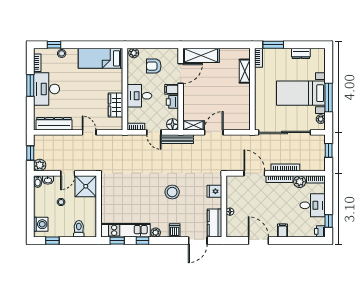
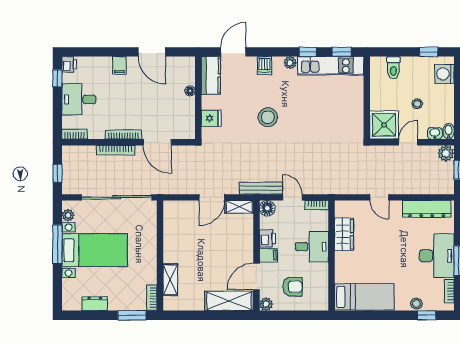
plant: (134, 53) -> (266, 304), moved
plant: (300, 182) -> (96, 131), removed

